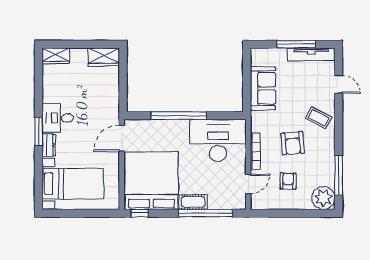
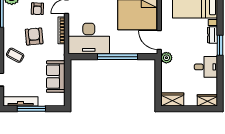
plant: (112, 114) -> (166, 58), added
desk: (58, 118) -> (206, 67), moved
door: (122, 138) -> (159, 40), swing flipped

